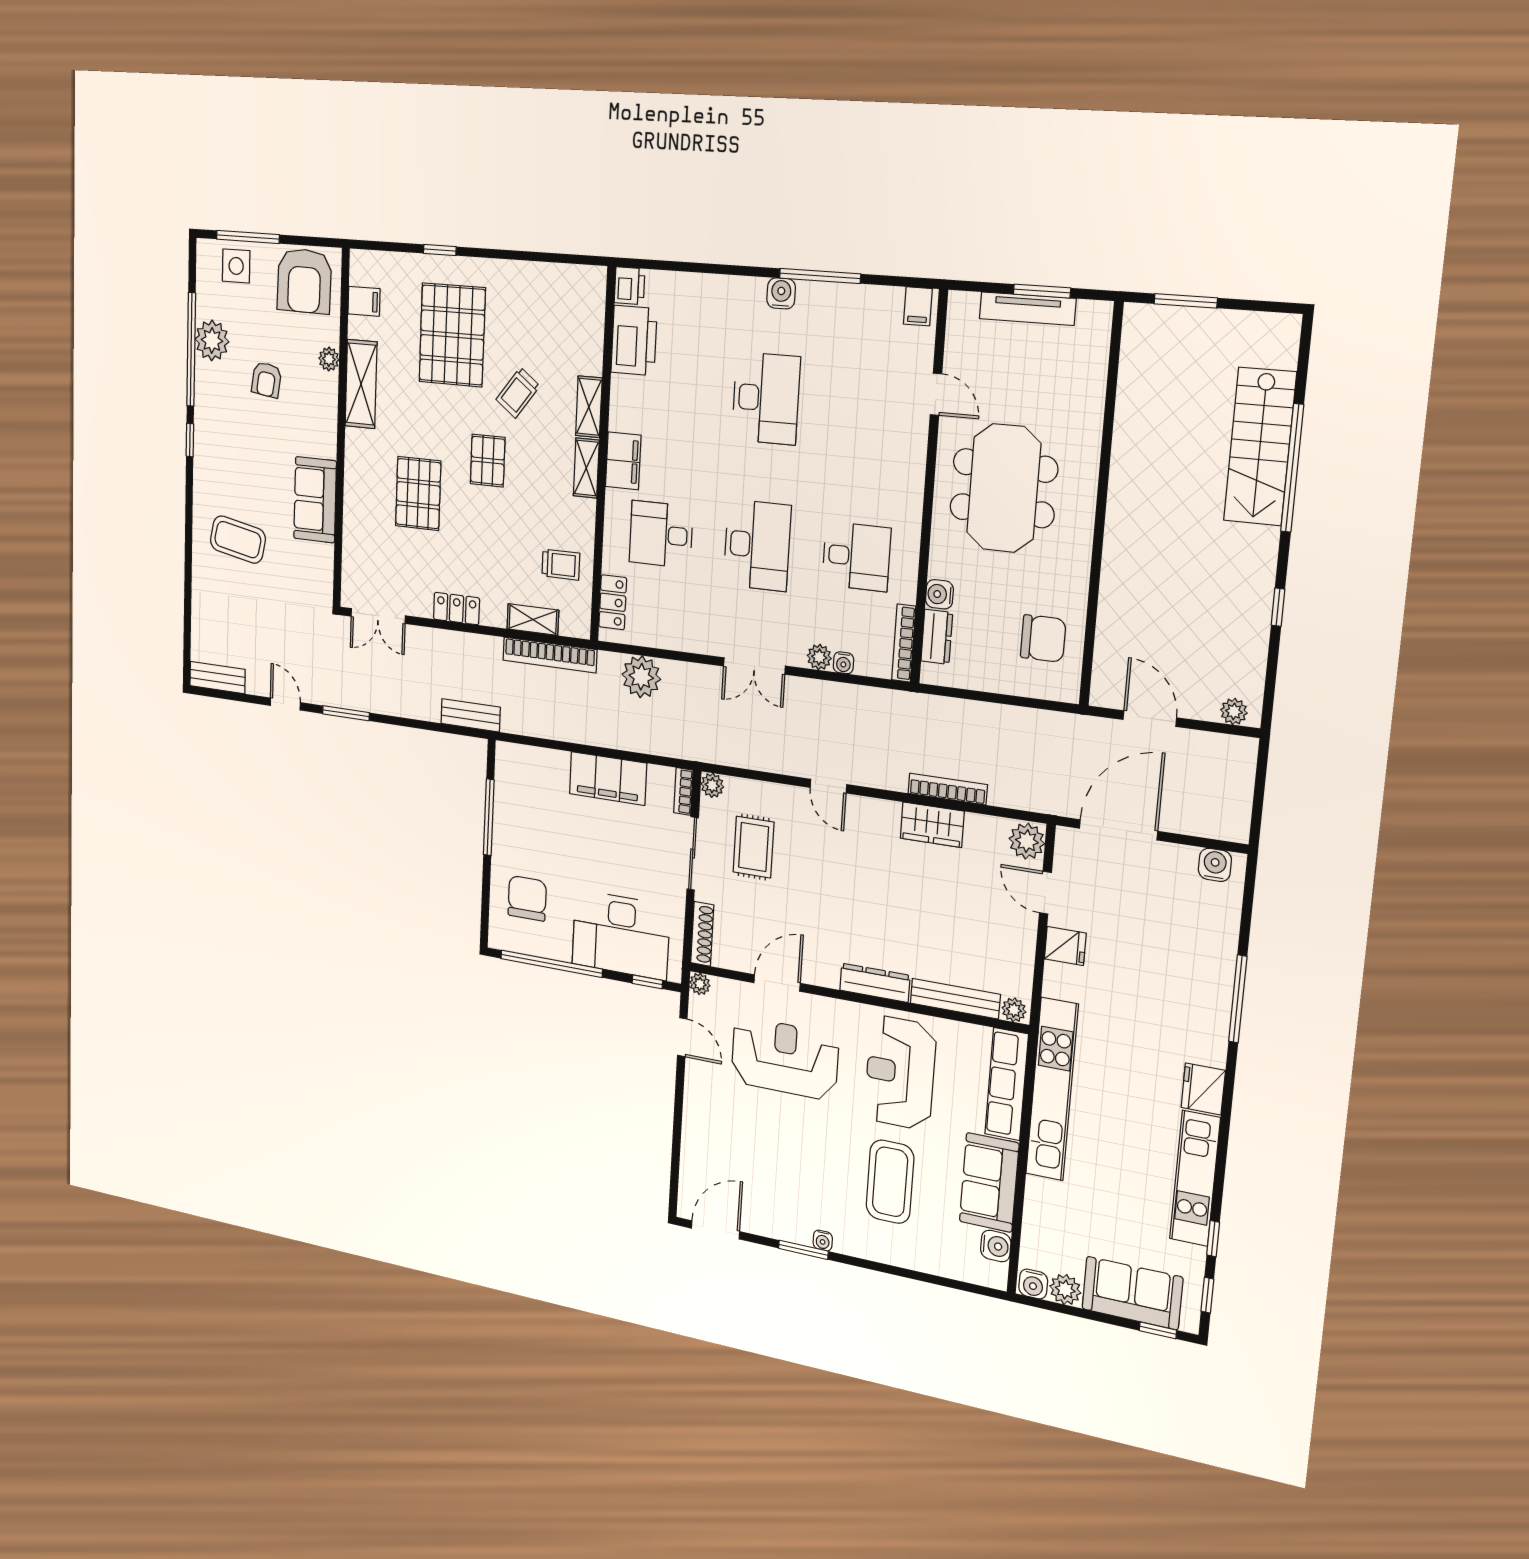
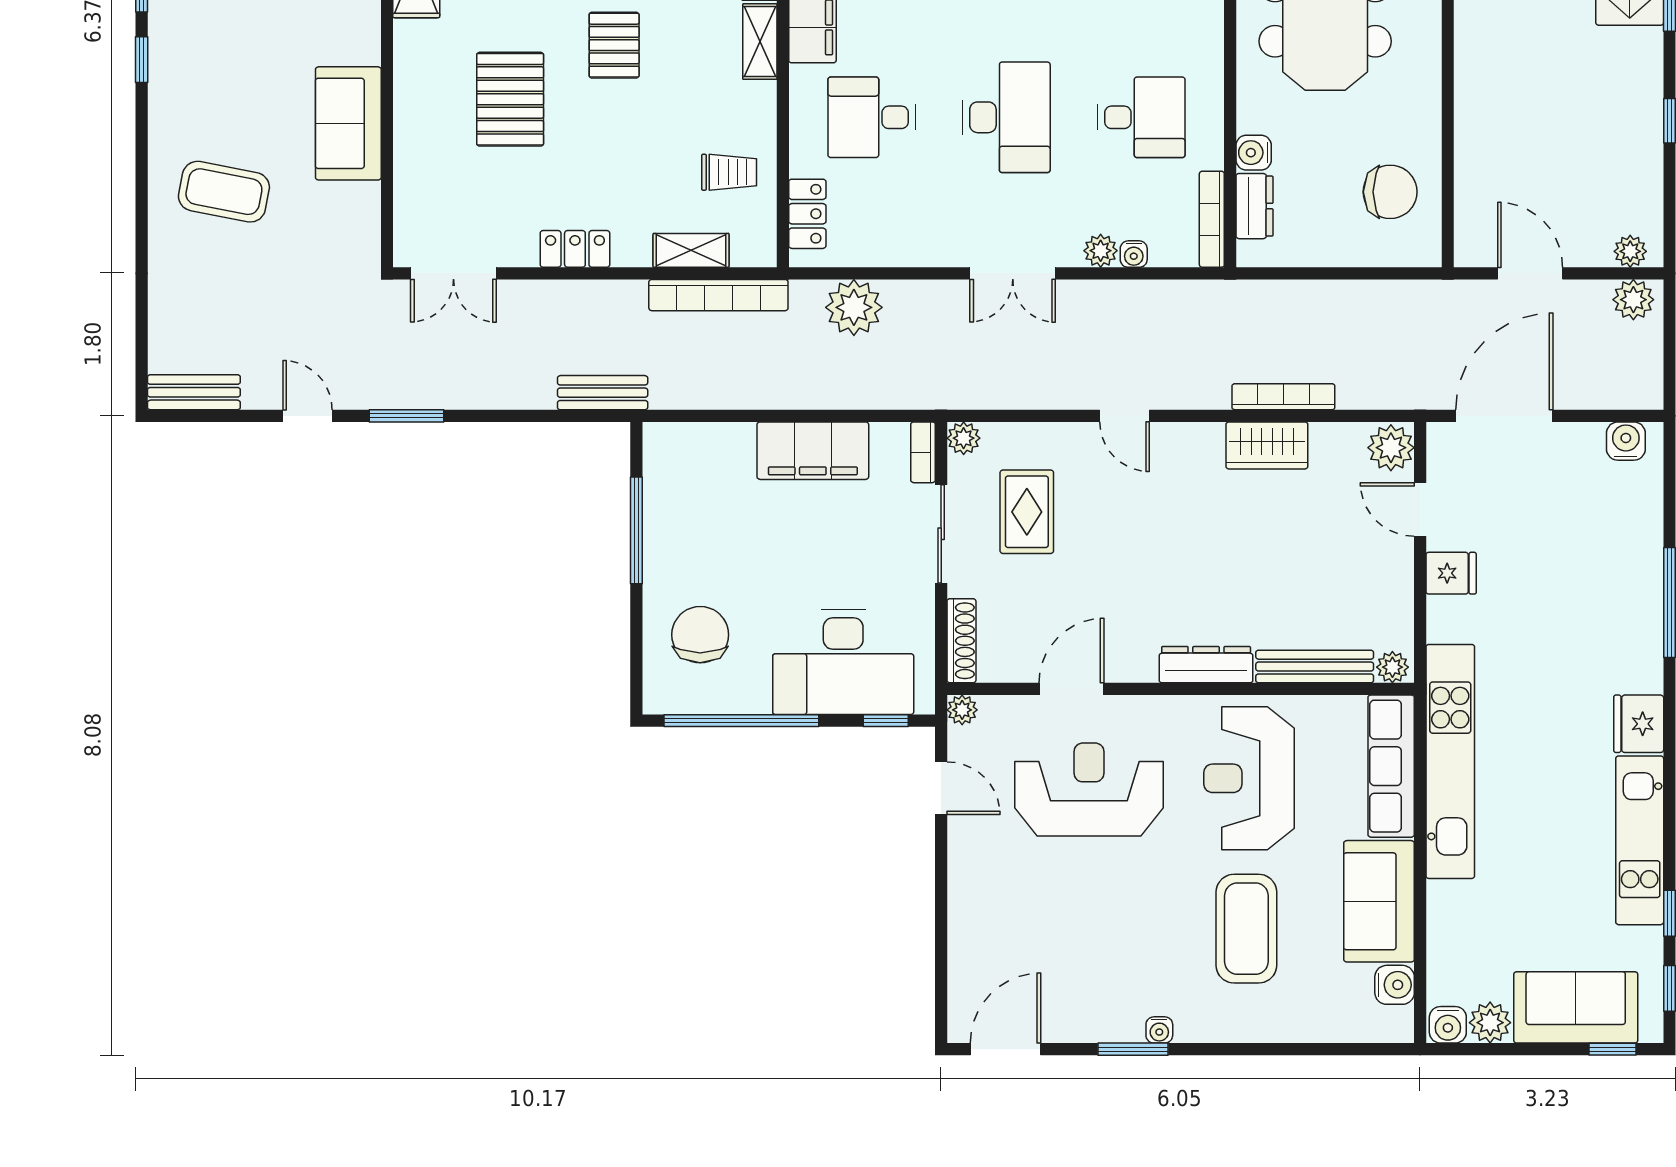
plant: (1233, 751) -> (1633, 300), added

